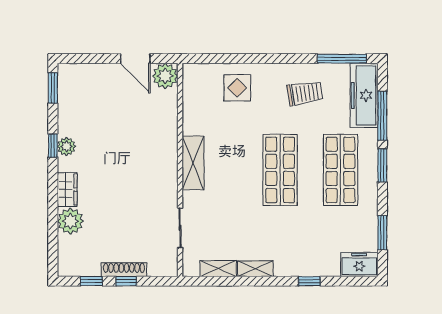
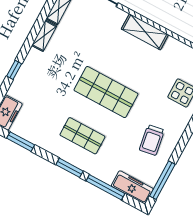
freezer: (364, 95) -> (132, 187), width x0.73, depth x0.79
shop shelf: (340, 170) -> (82, 136), width x0.70, depth x0.74

